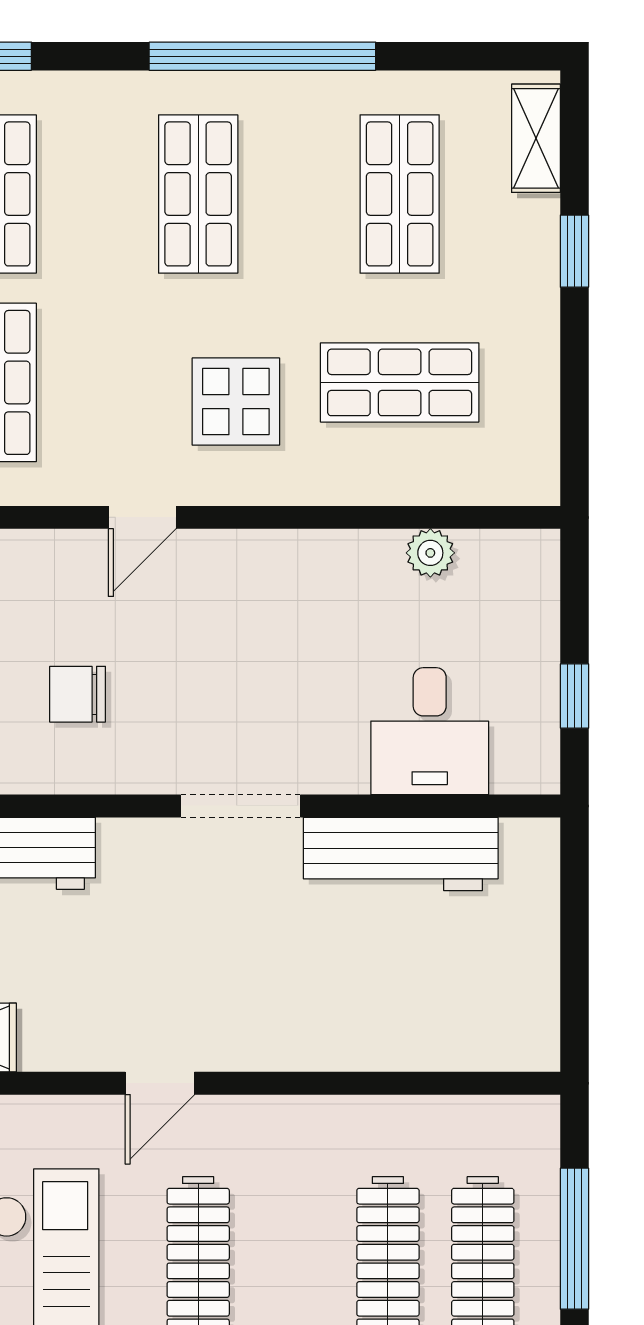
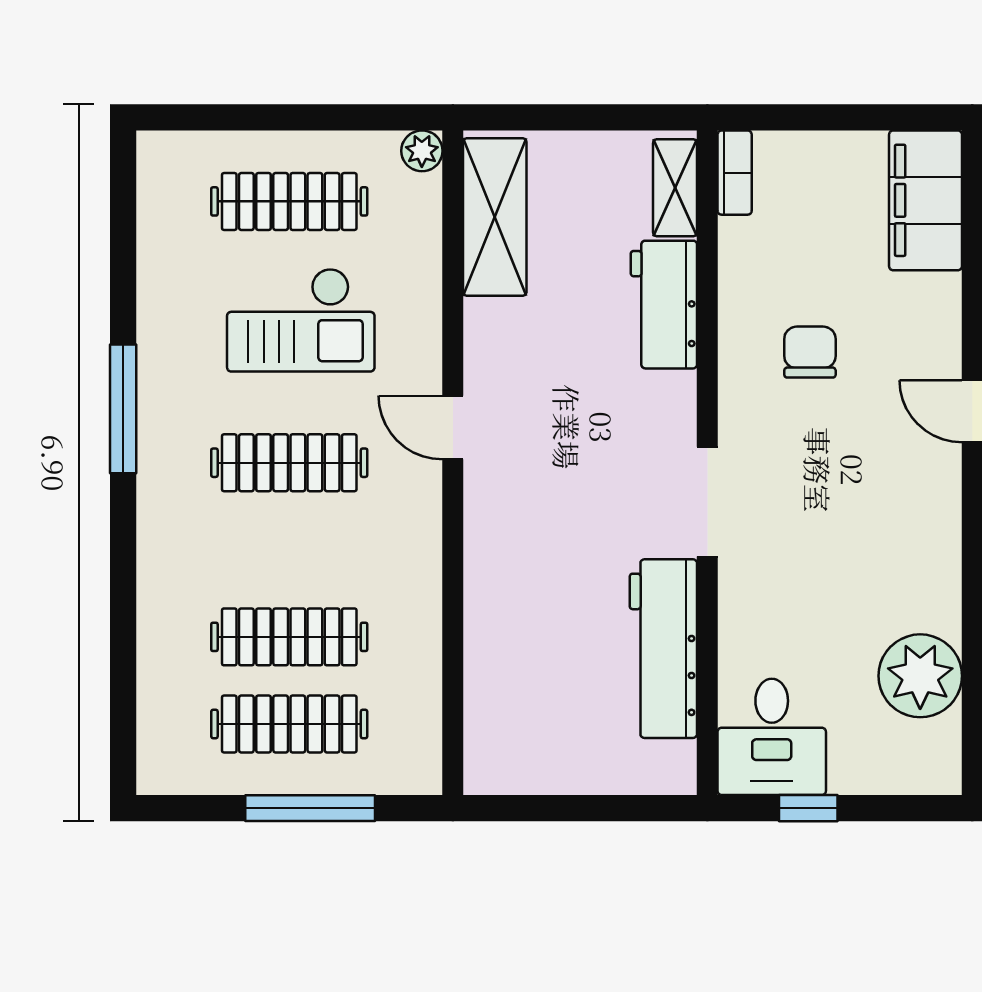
plant: (430, 553) -> (920, 676), width x1.88, depth x1.88
desk: (430, 731) -> (772, 737), moved, turned -90

